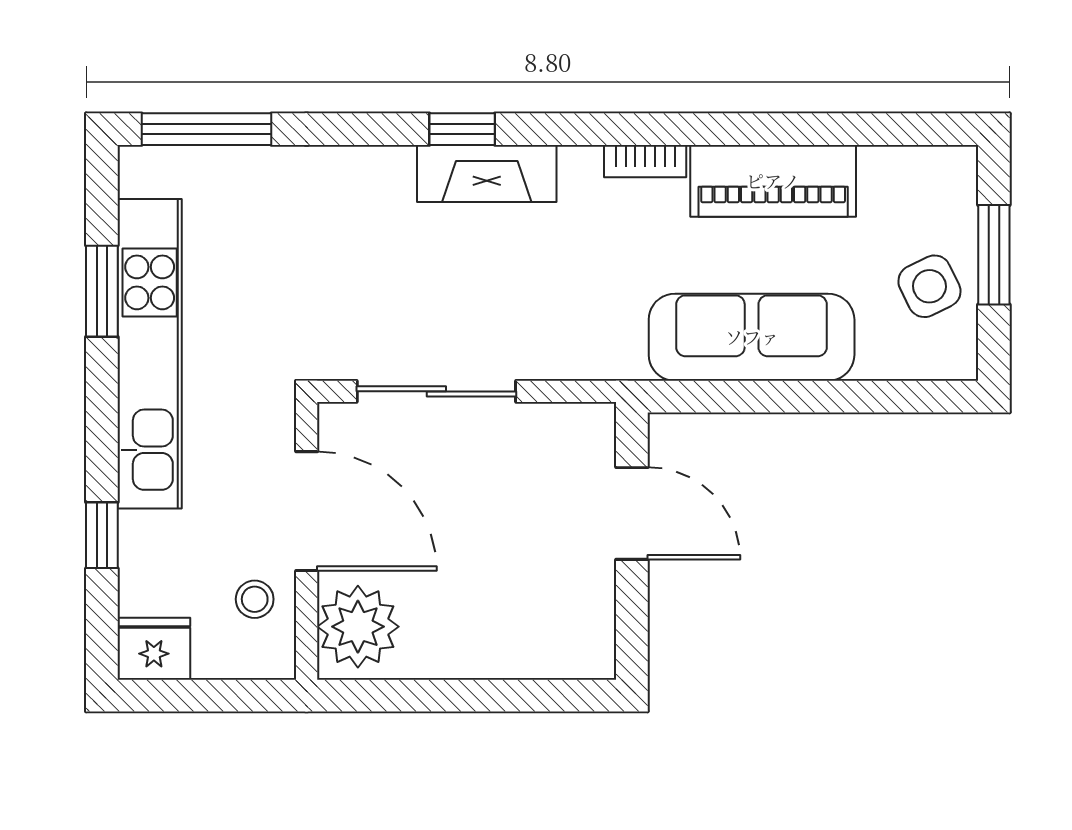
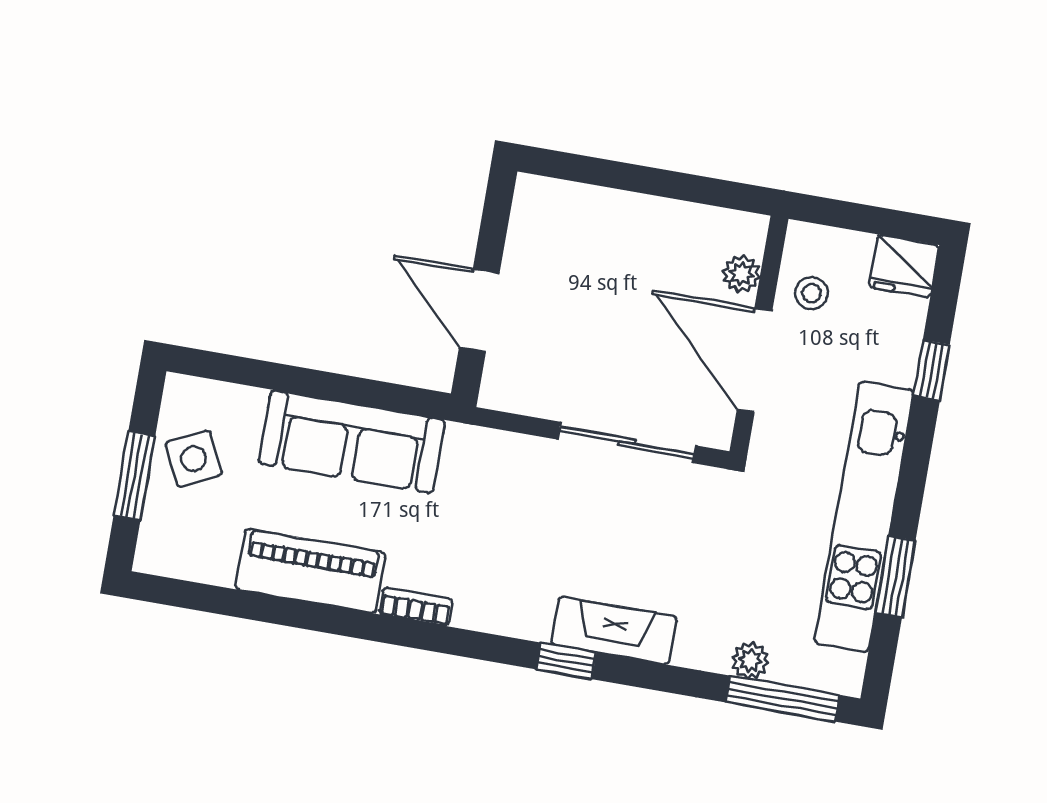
plant: (251, 166) -> (750, 661), added
fireplace: (487, 173) -> (614, 630), moved
plant: (358, 627) -> (741, 274), width x0.53, depth x0.53

